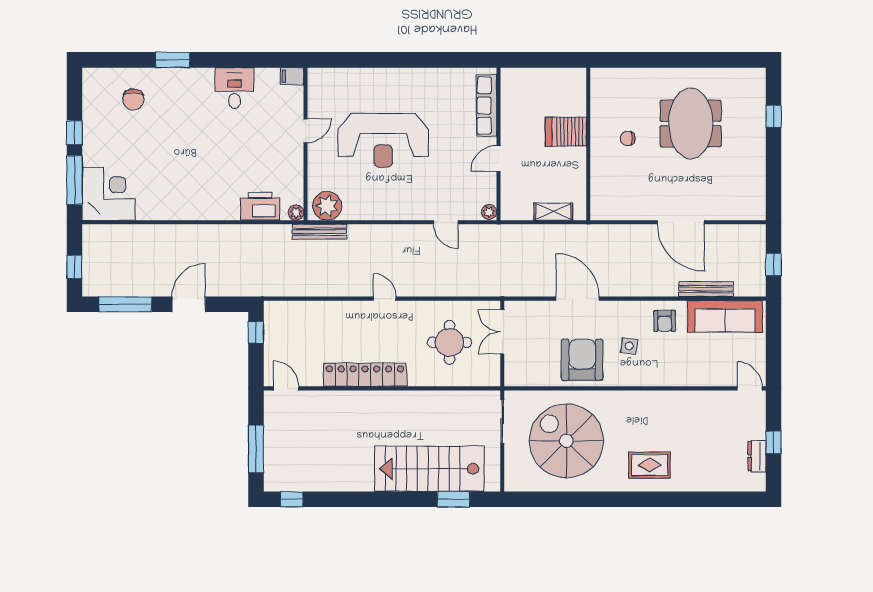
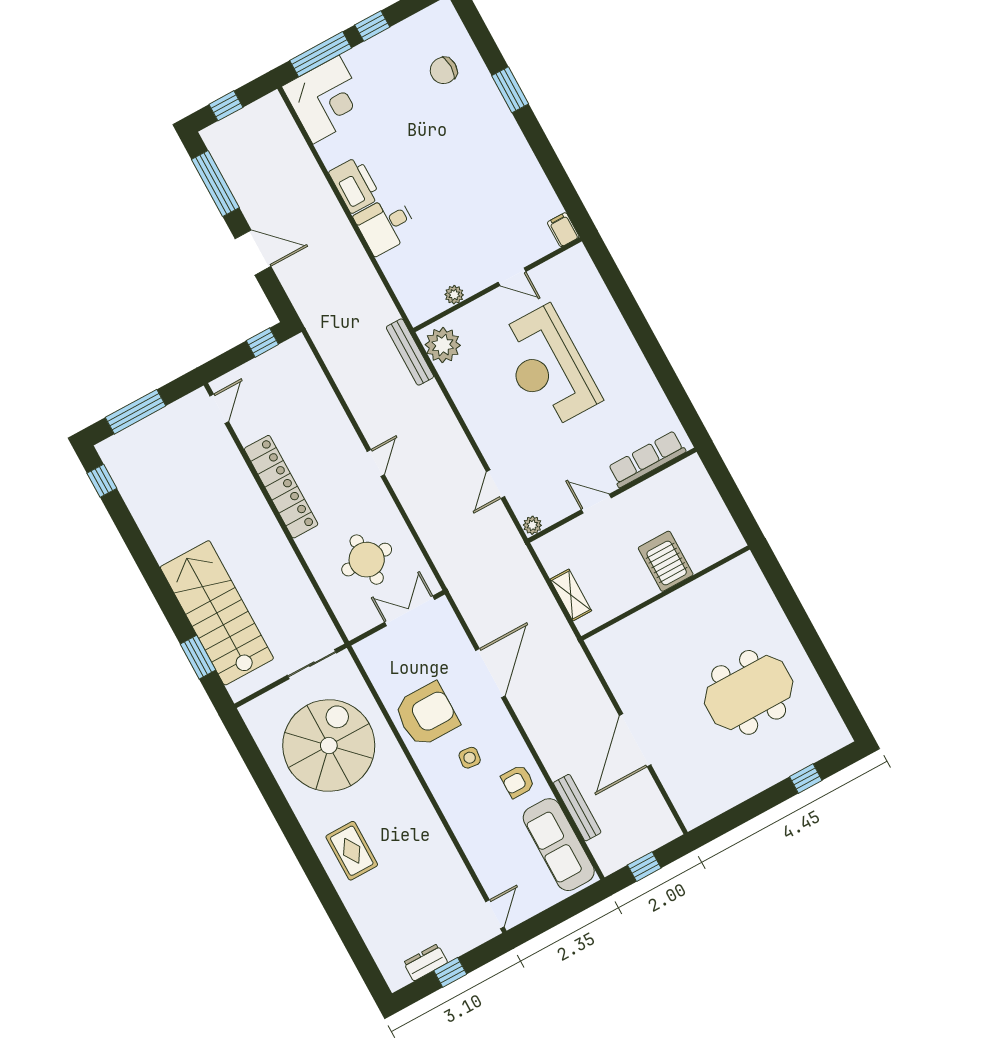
desk: (235, 88) -> (386, 225), moved, turned 180
chair: (628, 139) -> (695, 633), removed
printer: (260, 206) -> (355, 185), moved
plant: (296, 213) -> (454, 295), moved

